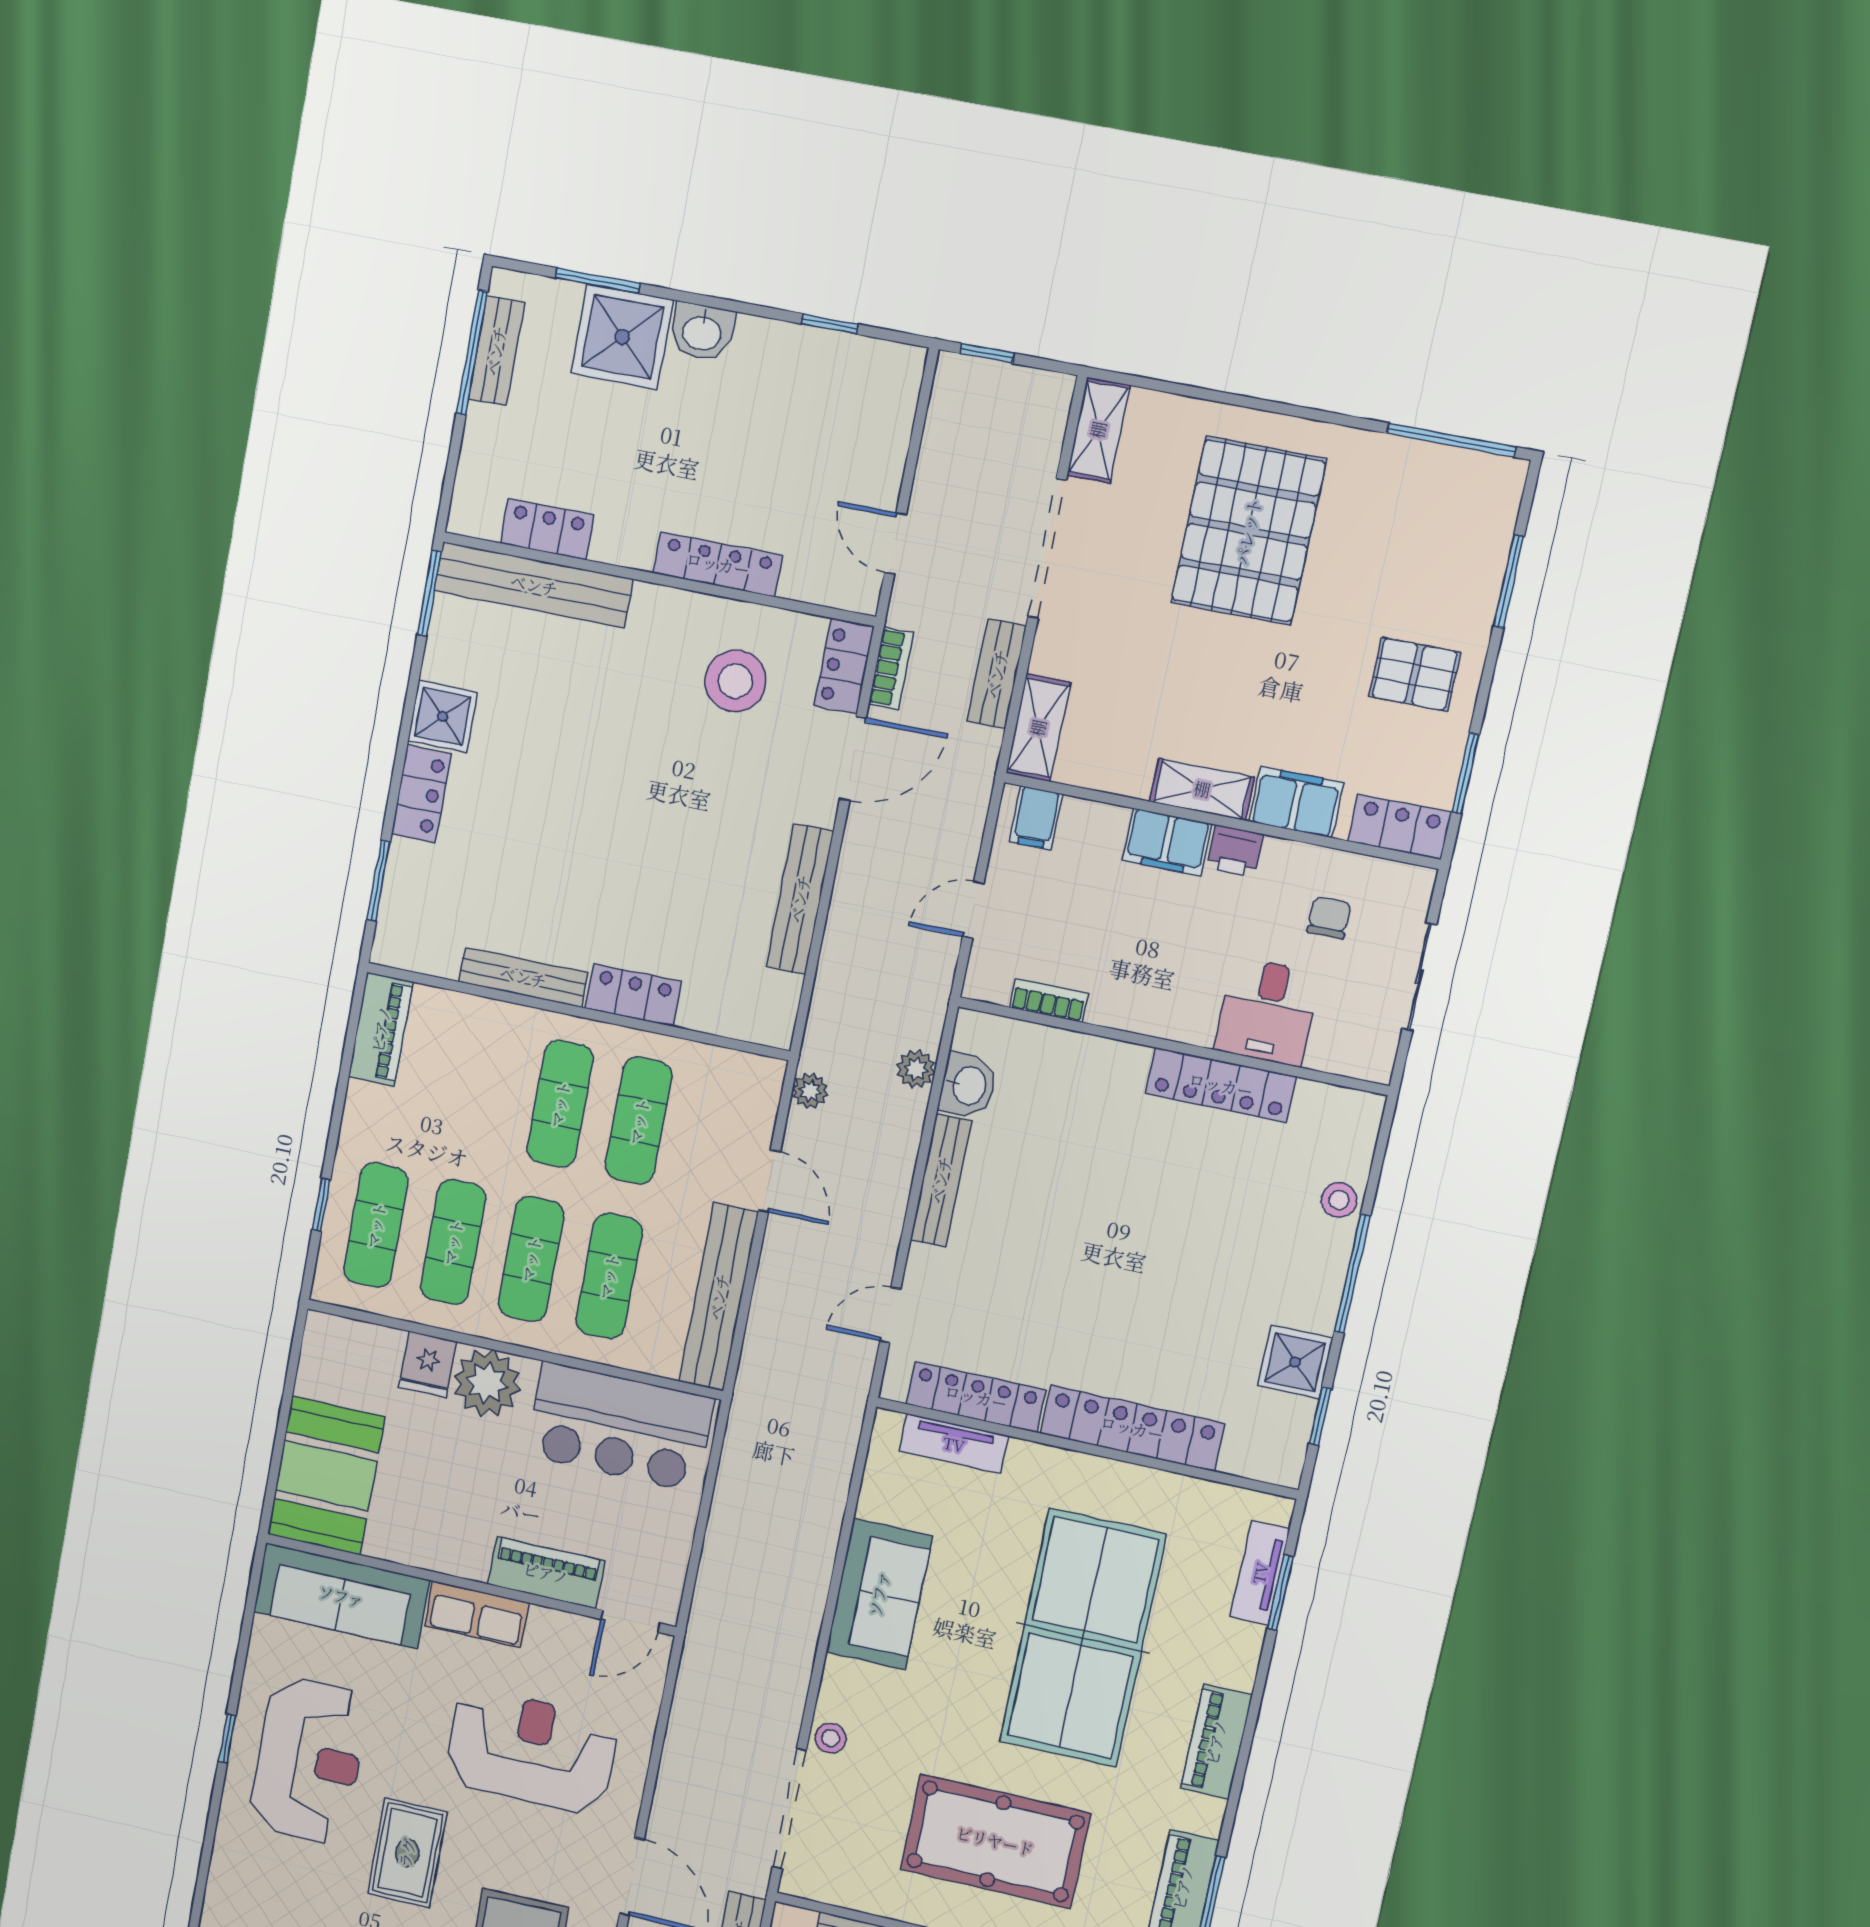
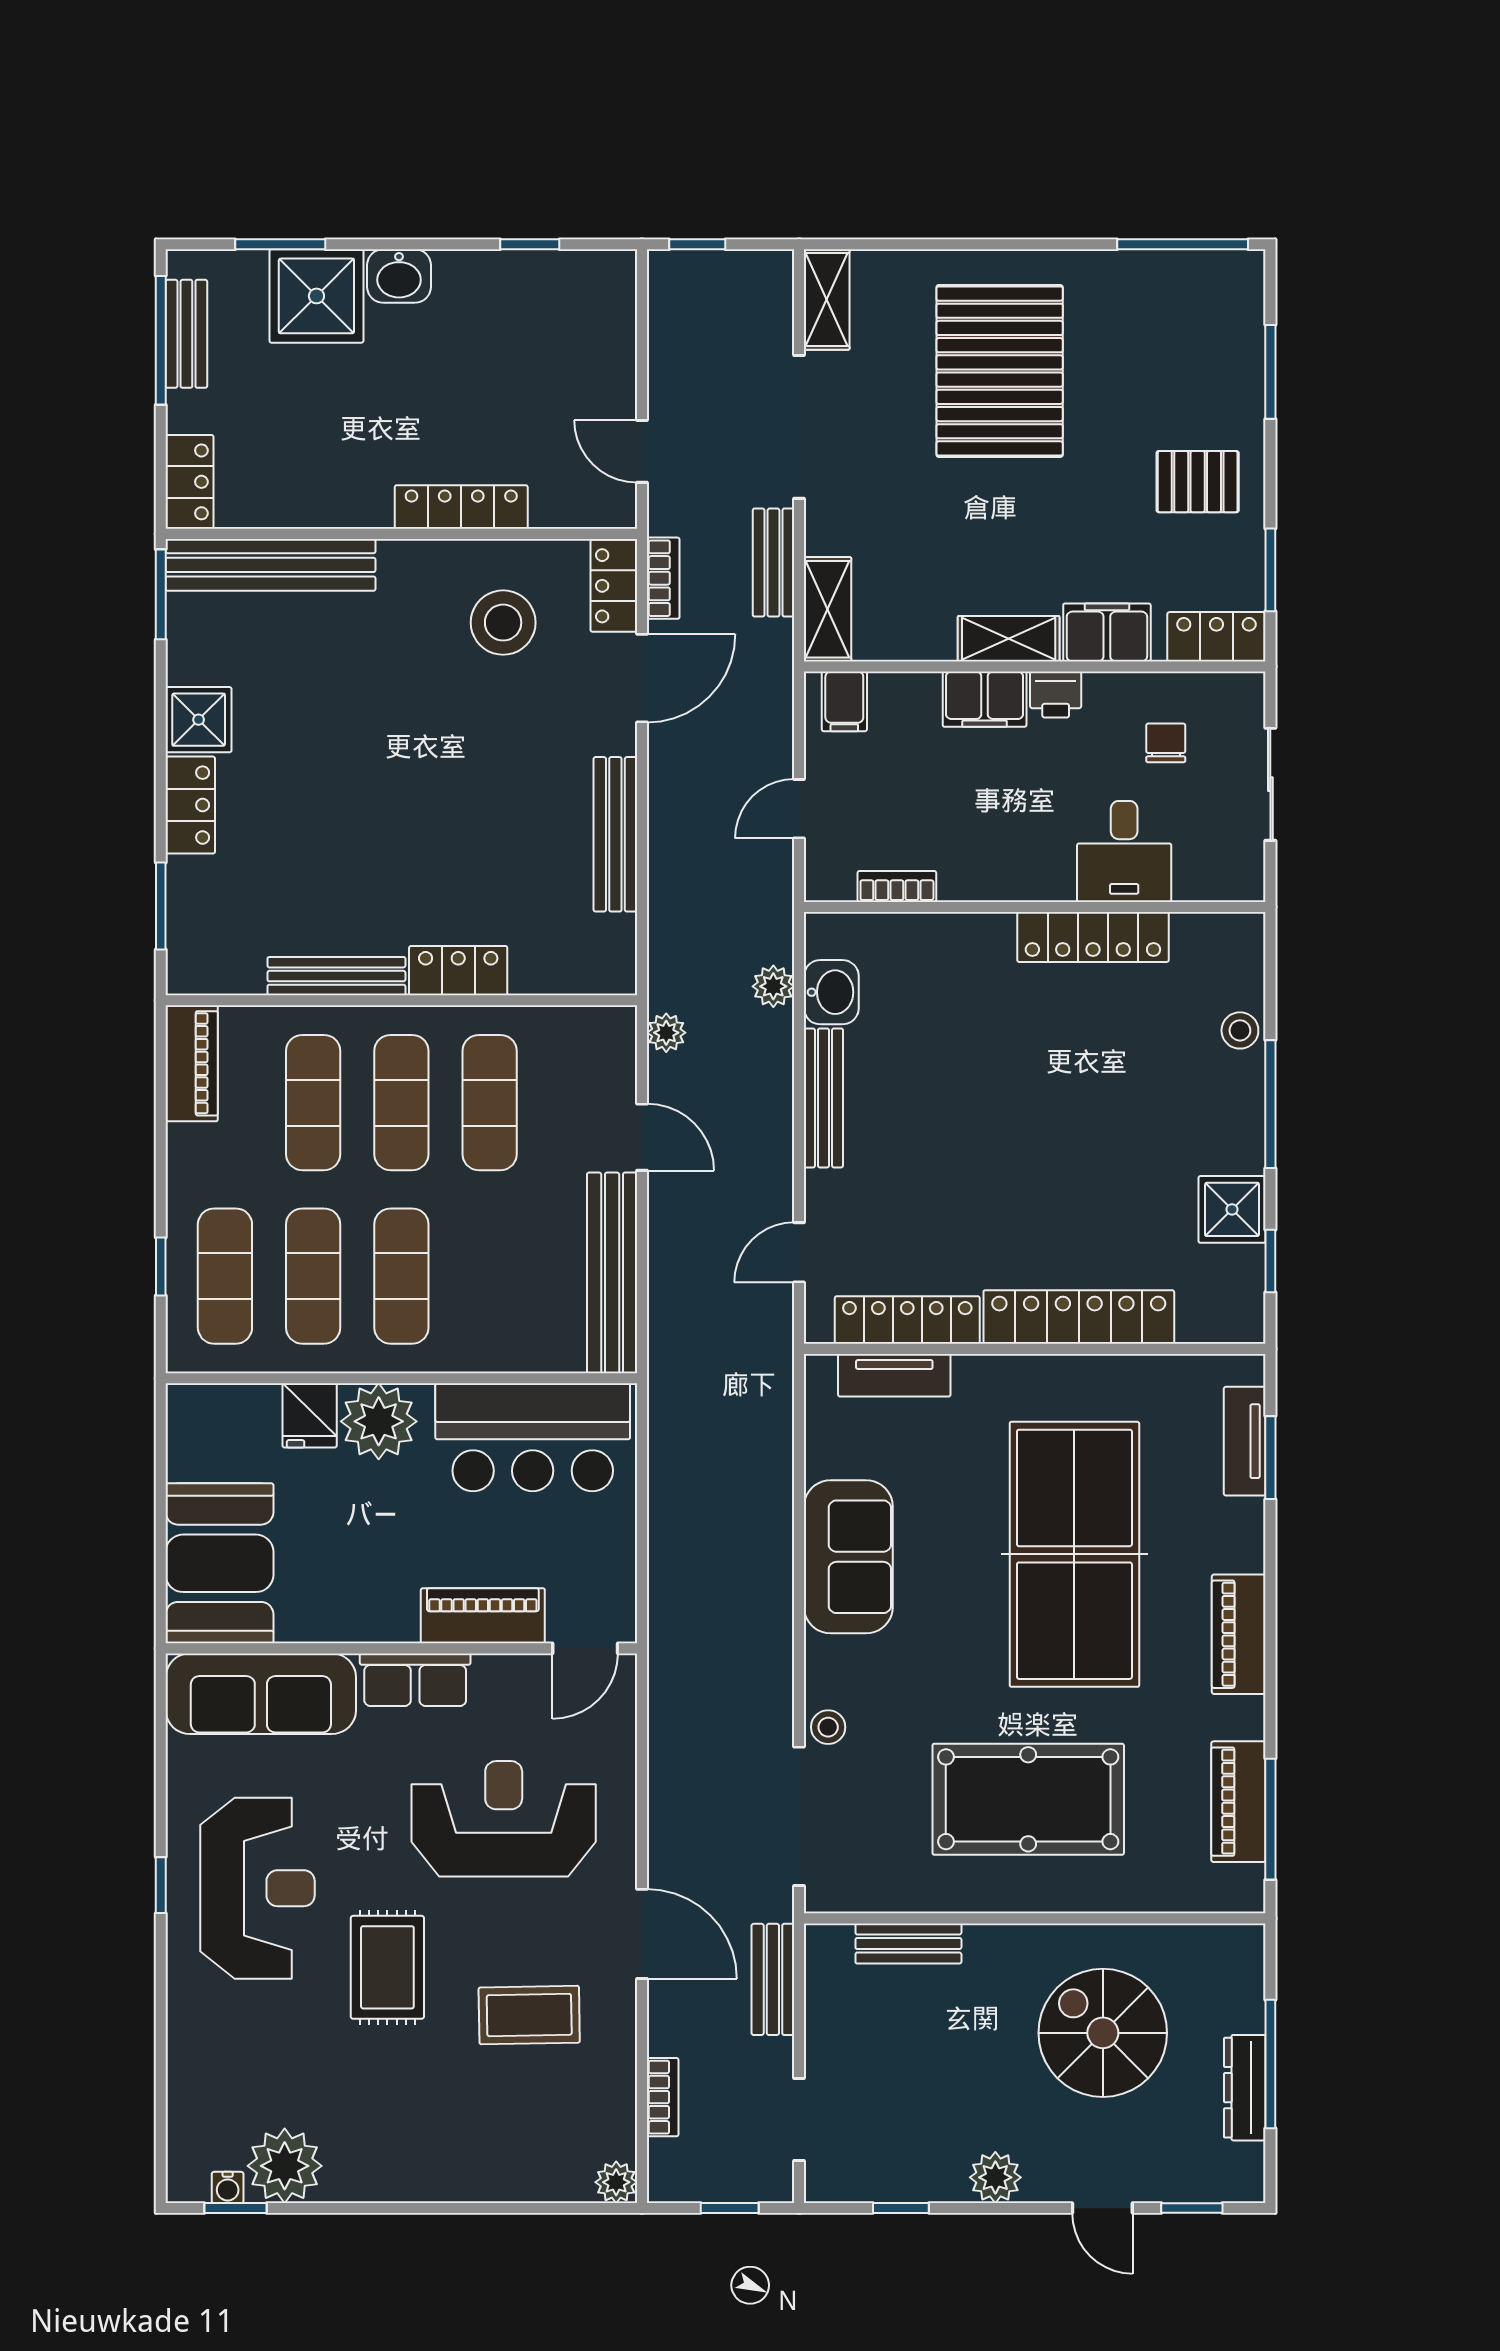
locker: (547, 529) -> (190, 482), moved, turned 90
exercise mat: (609, 1276) -> (313, 1103), moved

